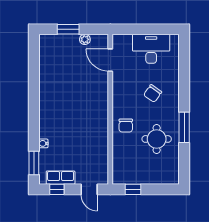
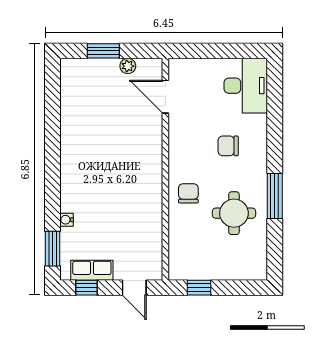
desk: (151, 49) -> (246, 86), moved, turned 90
chair: (153, 93) -> (228, 146), turned 55
chair: (126, 126) -> (188, 193), turned 180

